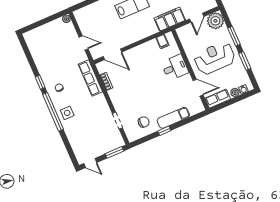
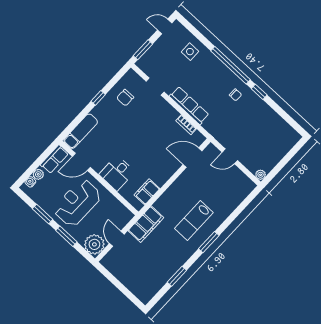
filing cabinet: (162, 42) -> (147, 192), width x2.00
reception desk: (215, 58) -> (77, 203), turned 180
row of seats: (90, 78) -> (189, 105), moved
side table: (67, 113) -> (190, 52), moved
exam couch: (173, 118) -> (81, 131), moved

